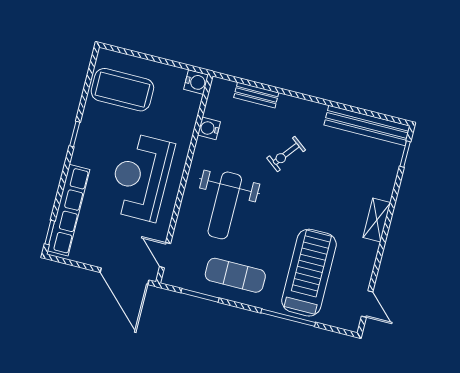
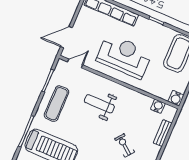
water cooler: (209, 128) -> (158, 106), moved
weight bench: (225, 205) -> (99, 104), width x0.73, depth x0.75
door: (125, 276) -> (66, 37), width x0.73

